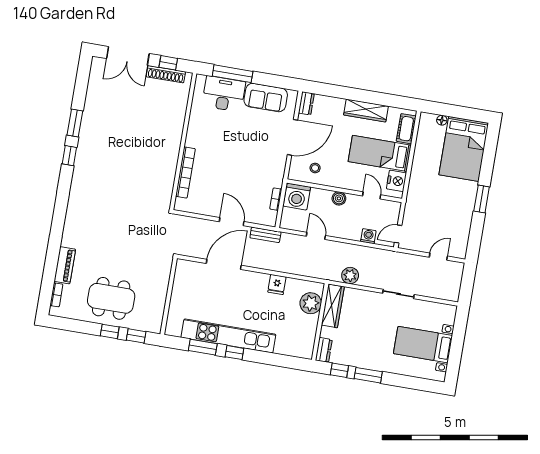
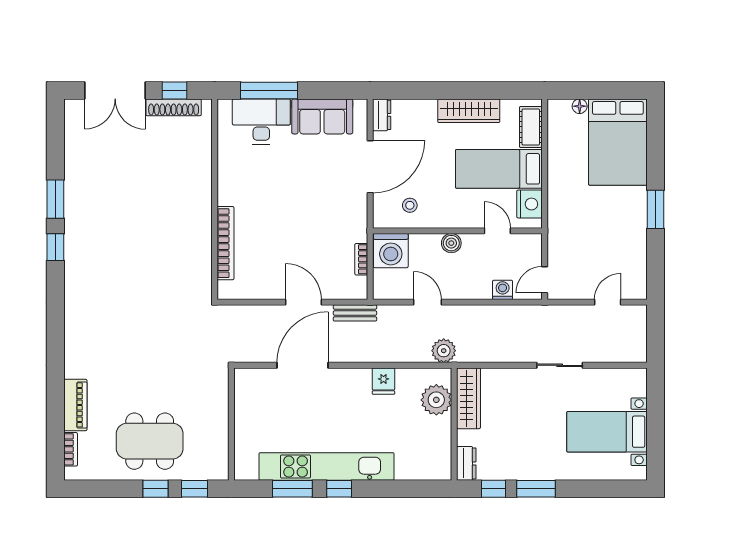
plant: (350, 276) -> (444, 351), moved

